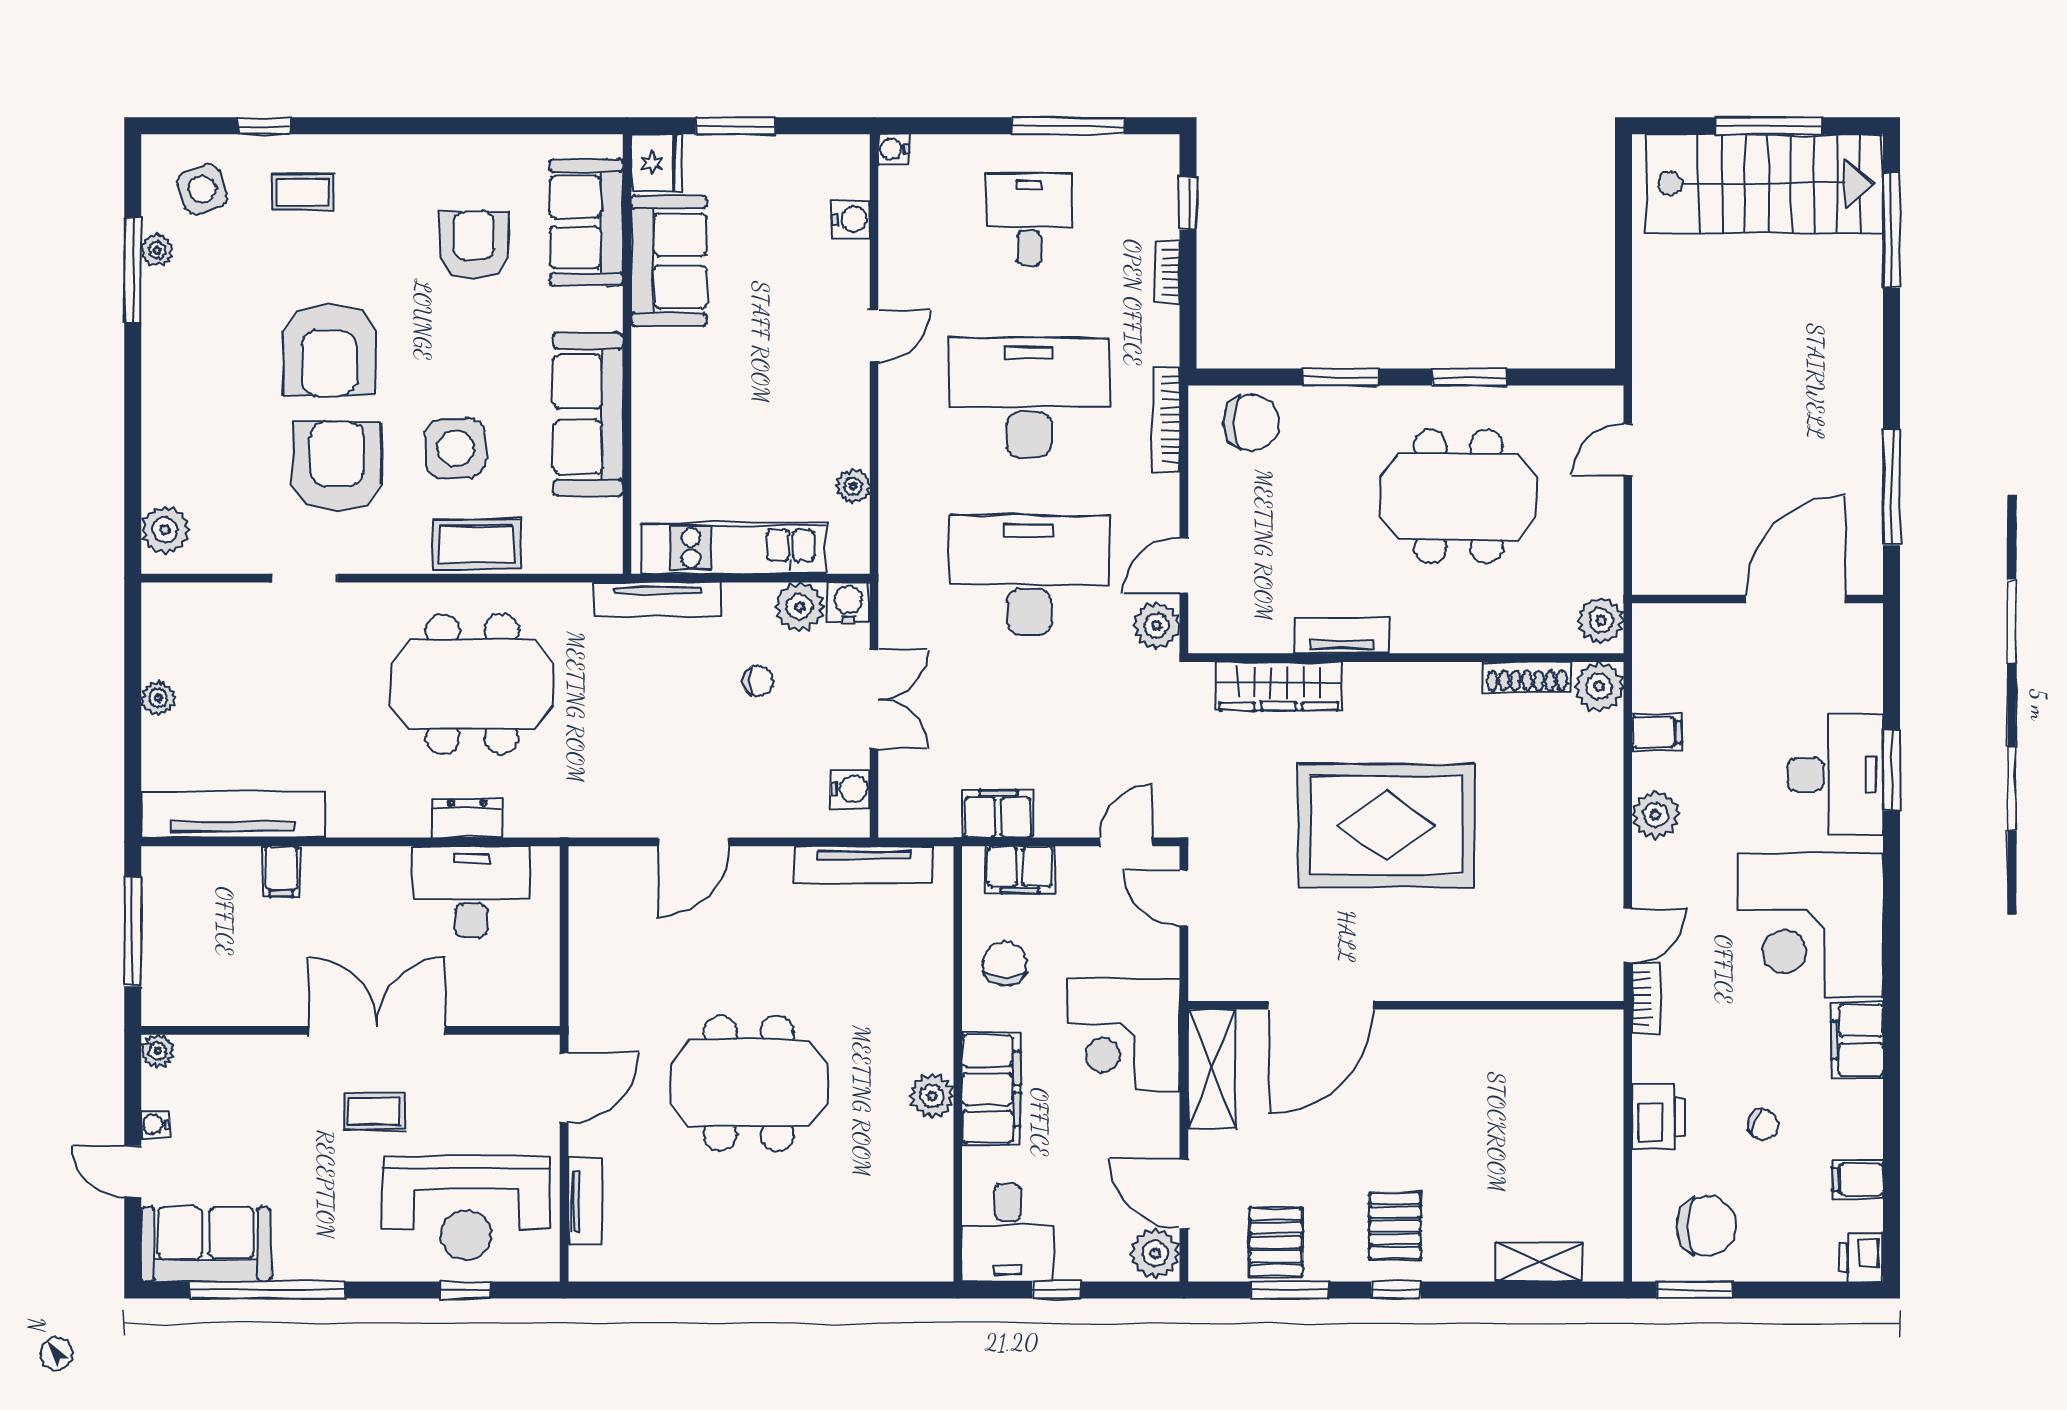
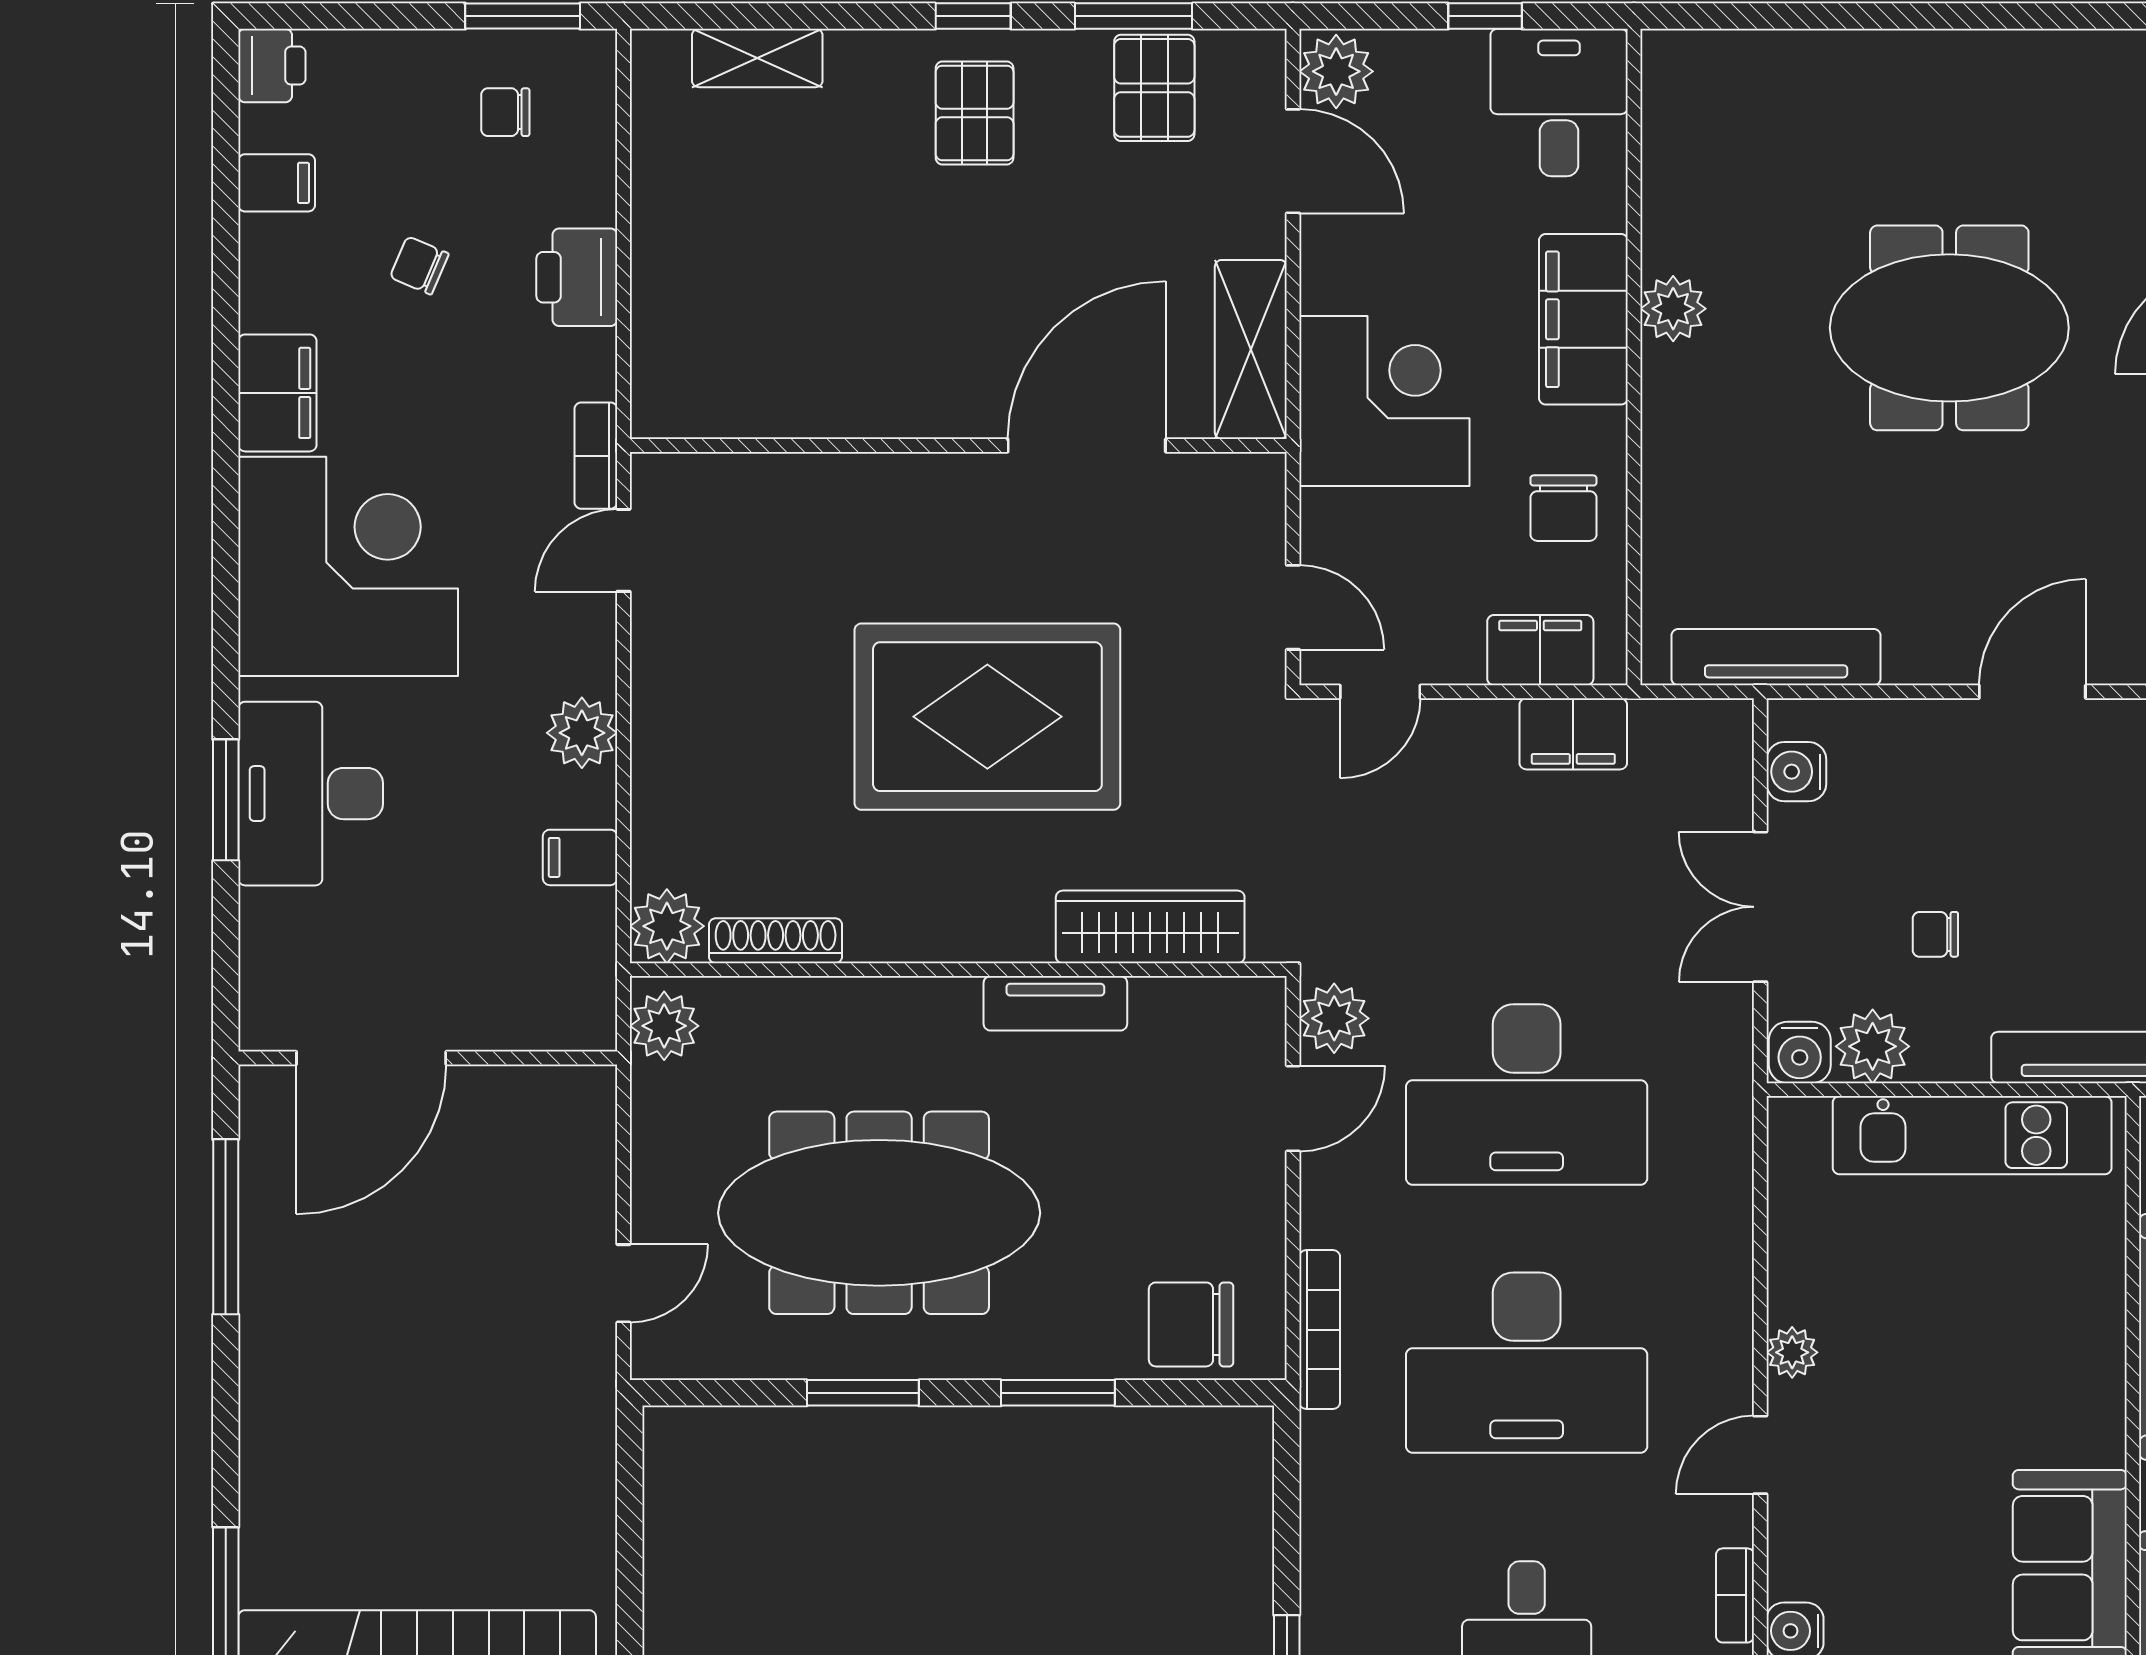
bookcase: (1167, 272) -> (1735, 1595), moved, turned 180
plant: (853, 486) -> (1792, 1352), moved
meeting table: (1458, 496) -> (879, 1213), width x1.36
chair: (1706, 1226) -> (505, 112), width x0.54, depth x0.54

